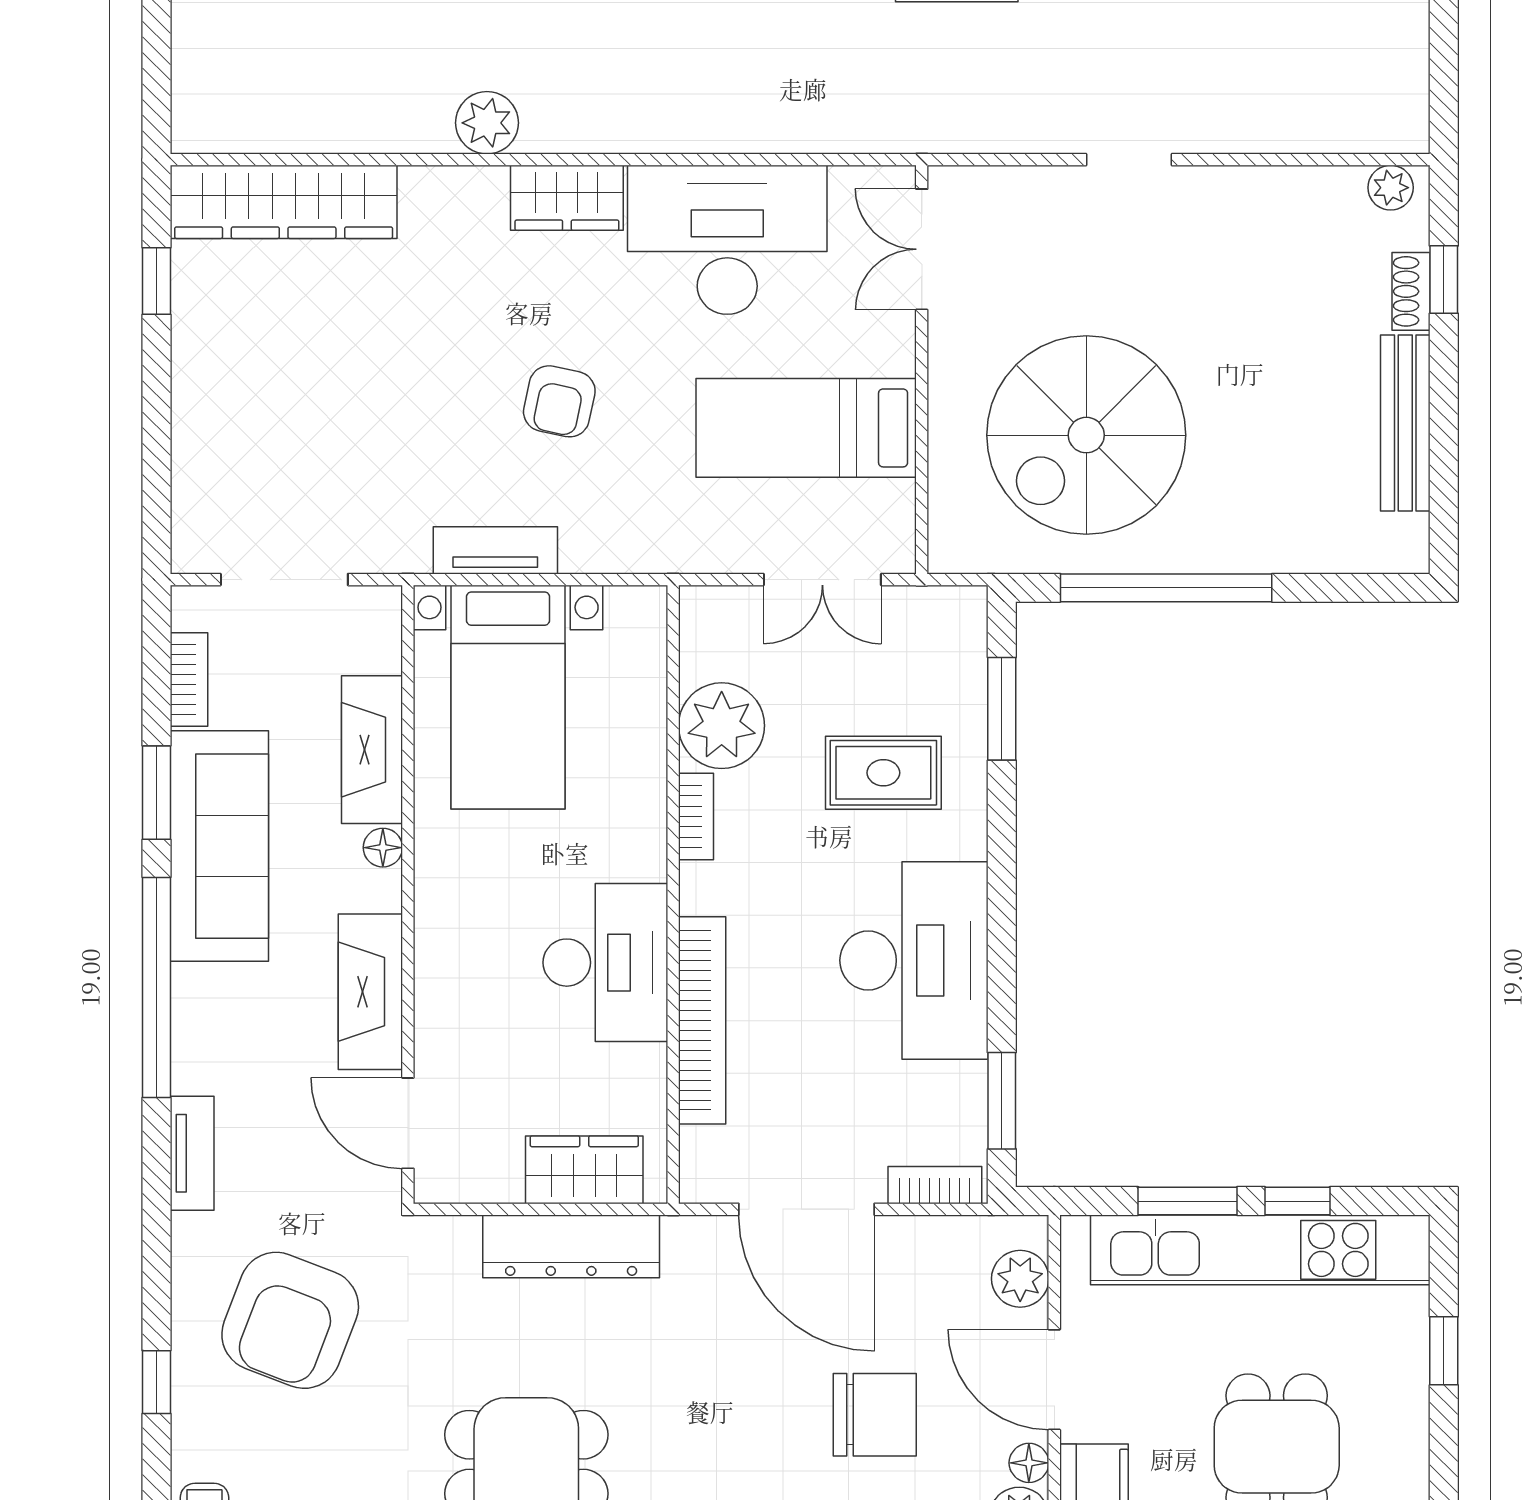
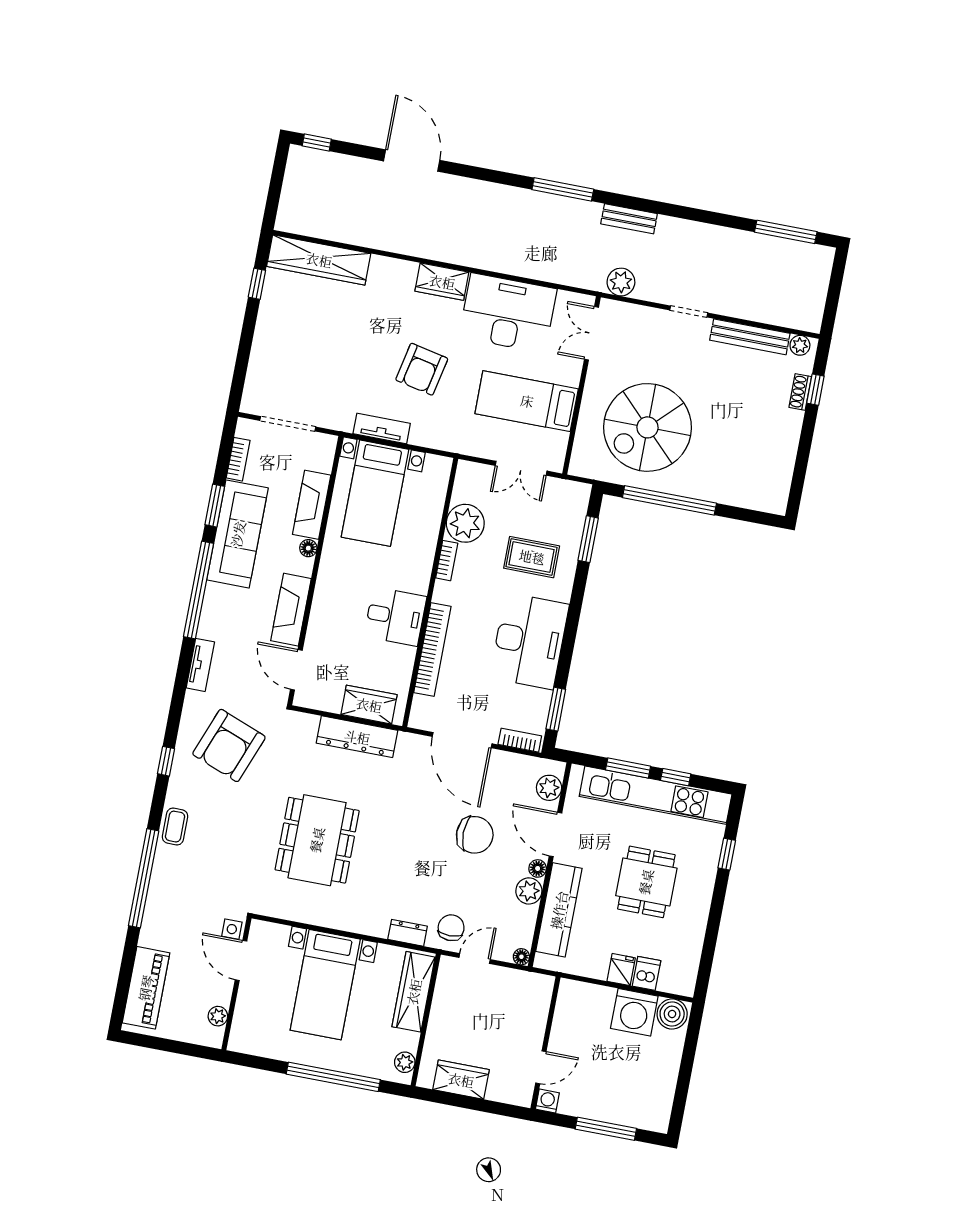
plant: (487, 123) -> (621, 282), moved
armchair: (559, 401) -> (422, 369), width x1.38, depth x1.38
bench: (1405, 423) -> (750, 337), moved, turned 90
desk: (605, 963) -> (395, 616), width x0.73

